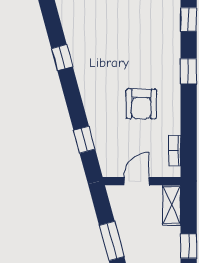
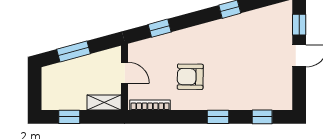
bookcase: (175, 151) -> (150, 105), width x1.56

